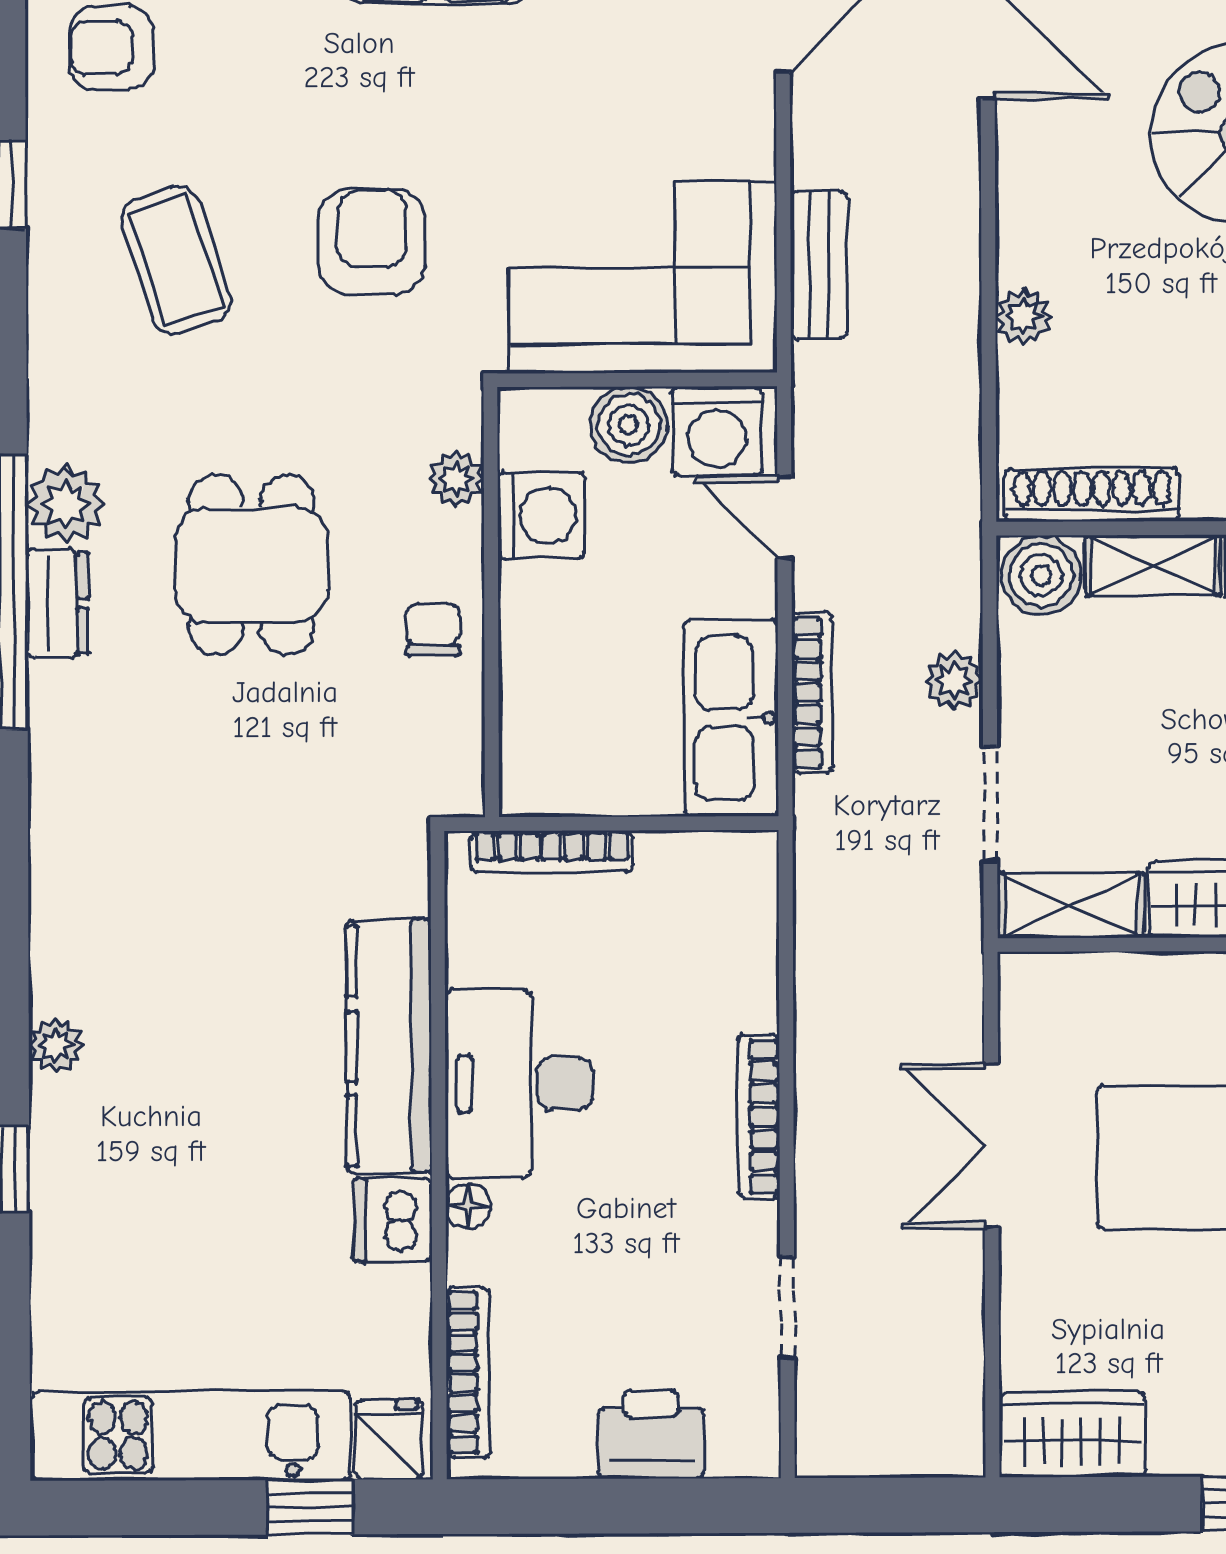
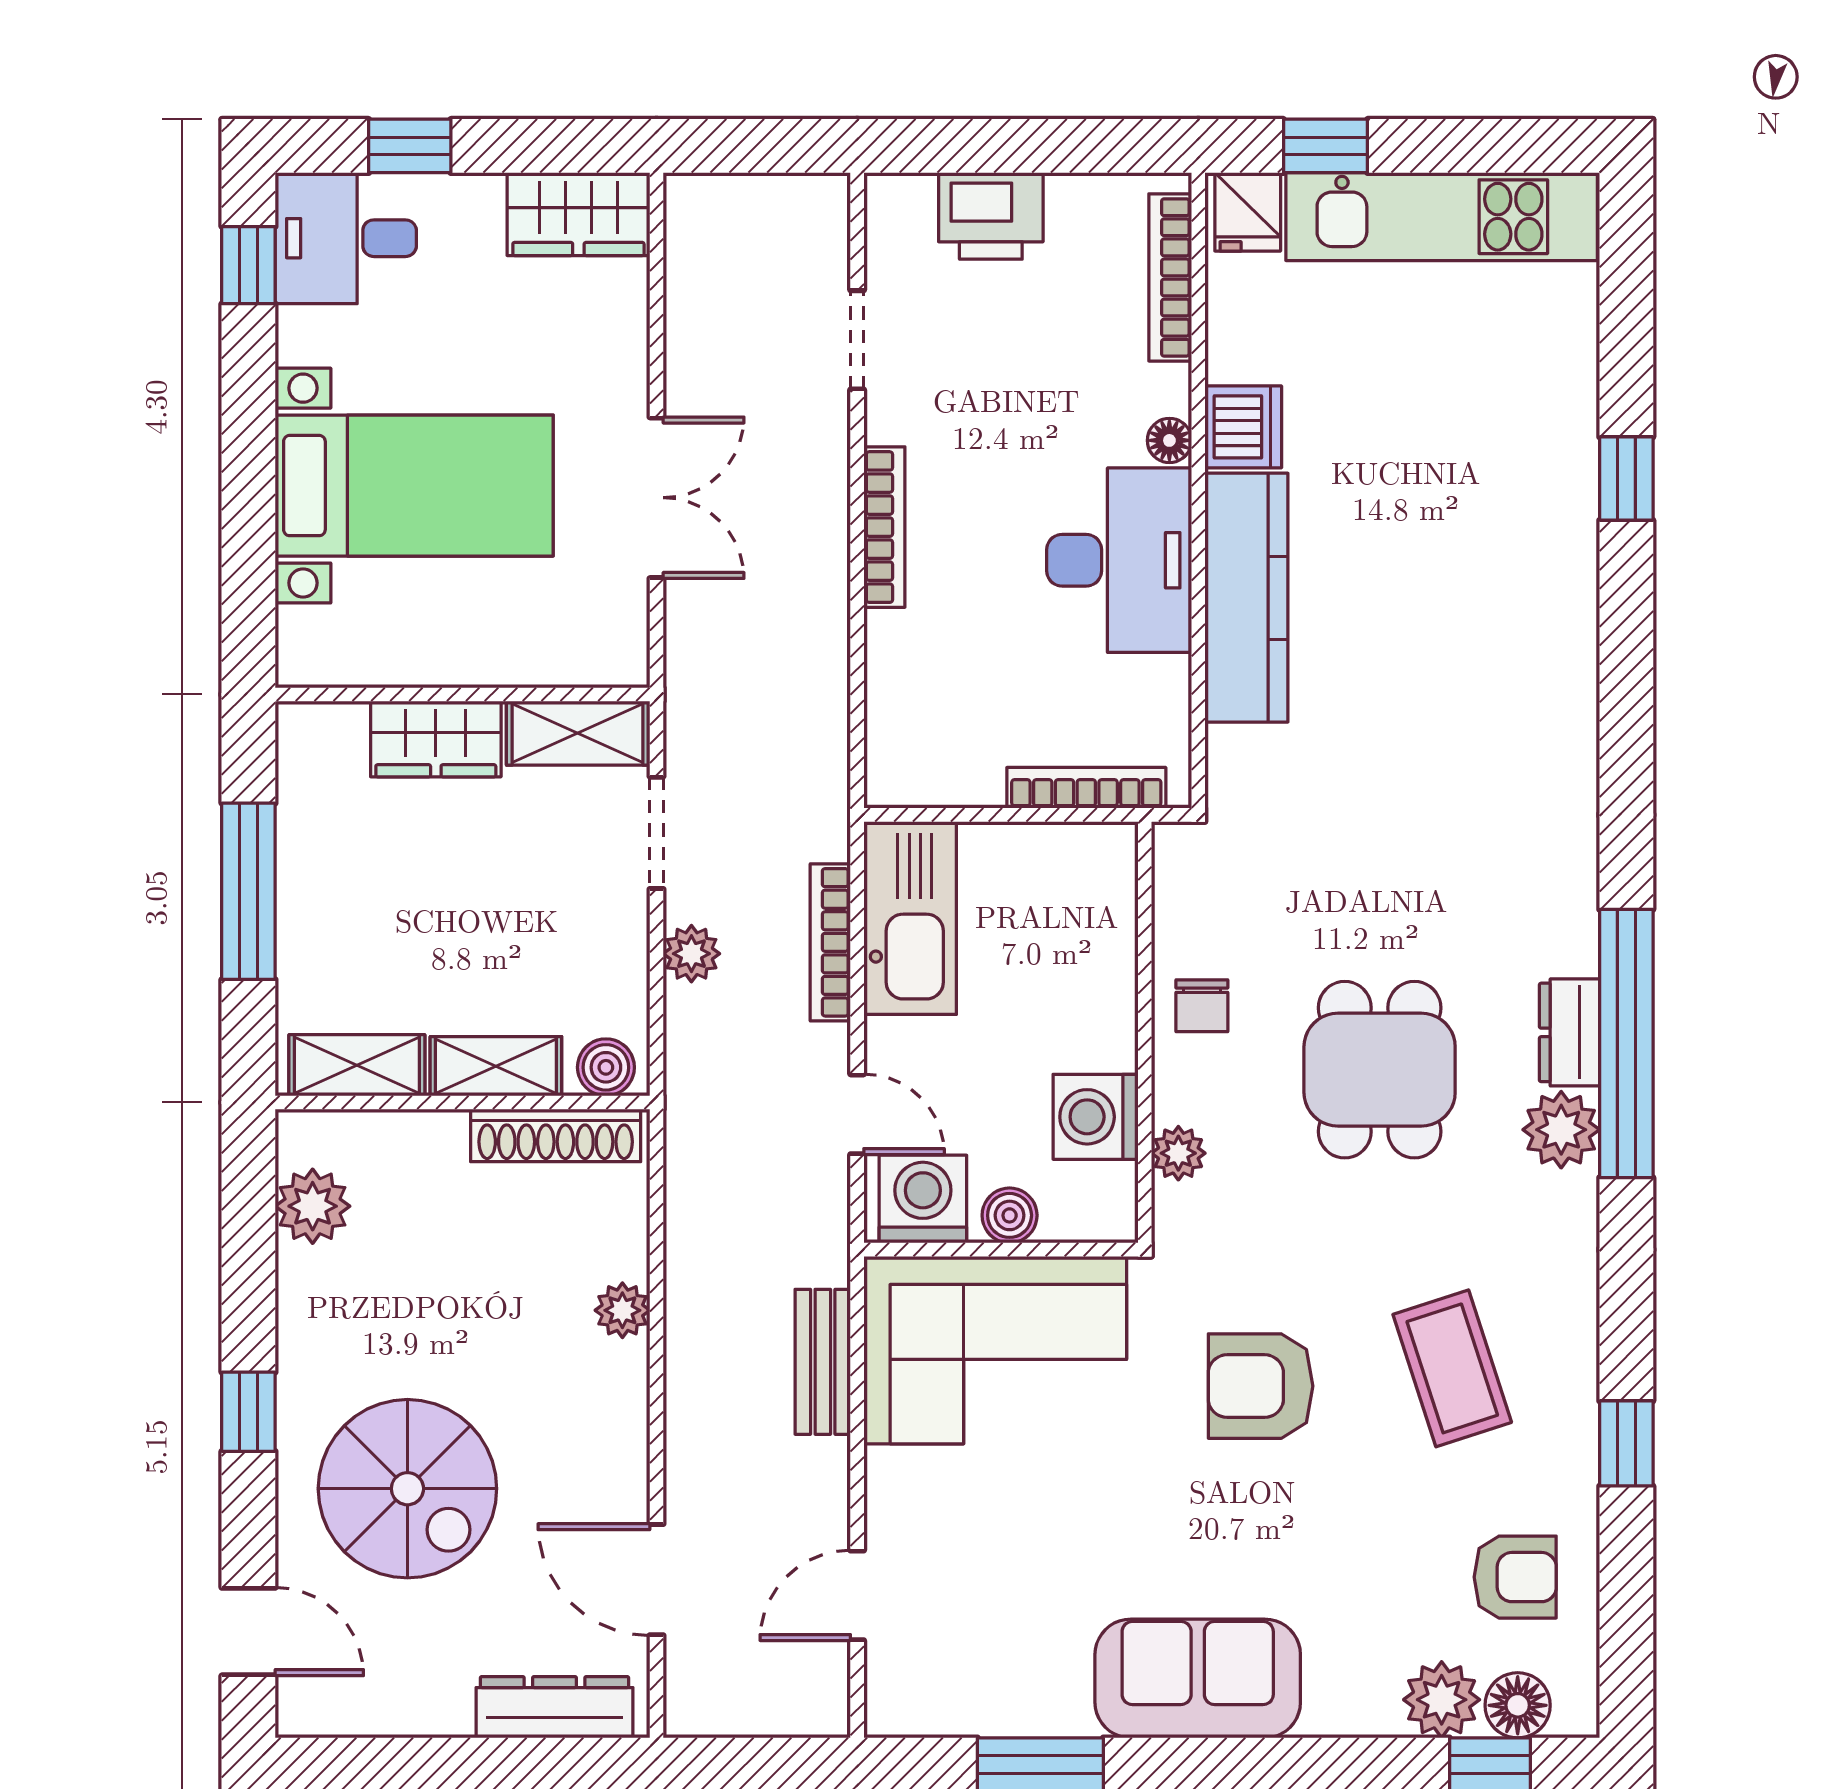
armchair: (372, 242) -> (1261, 1386), turned 90
boiler: (629, 425) -> (1010, 1215), width x0.73, depth x0.73
boiler: (1041, 575) -> (606, 1067), width x0.73, depth x0.73
plant: (55, 1046) -> (1573, 599), removed

